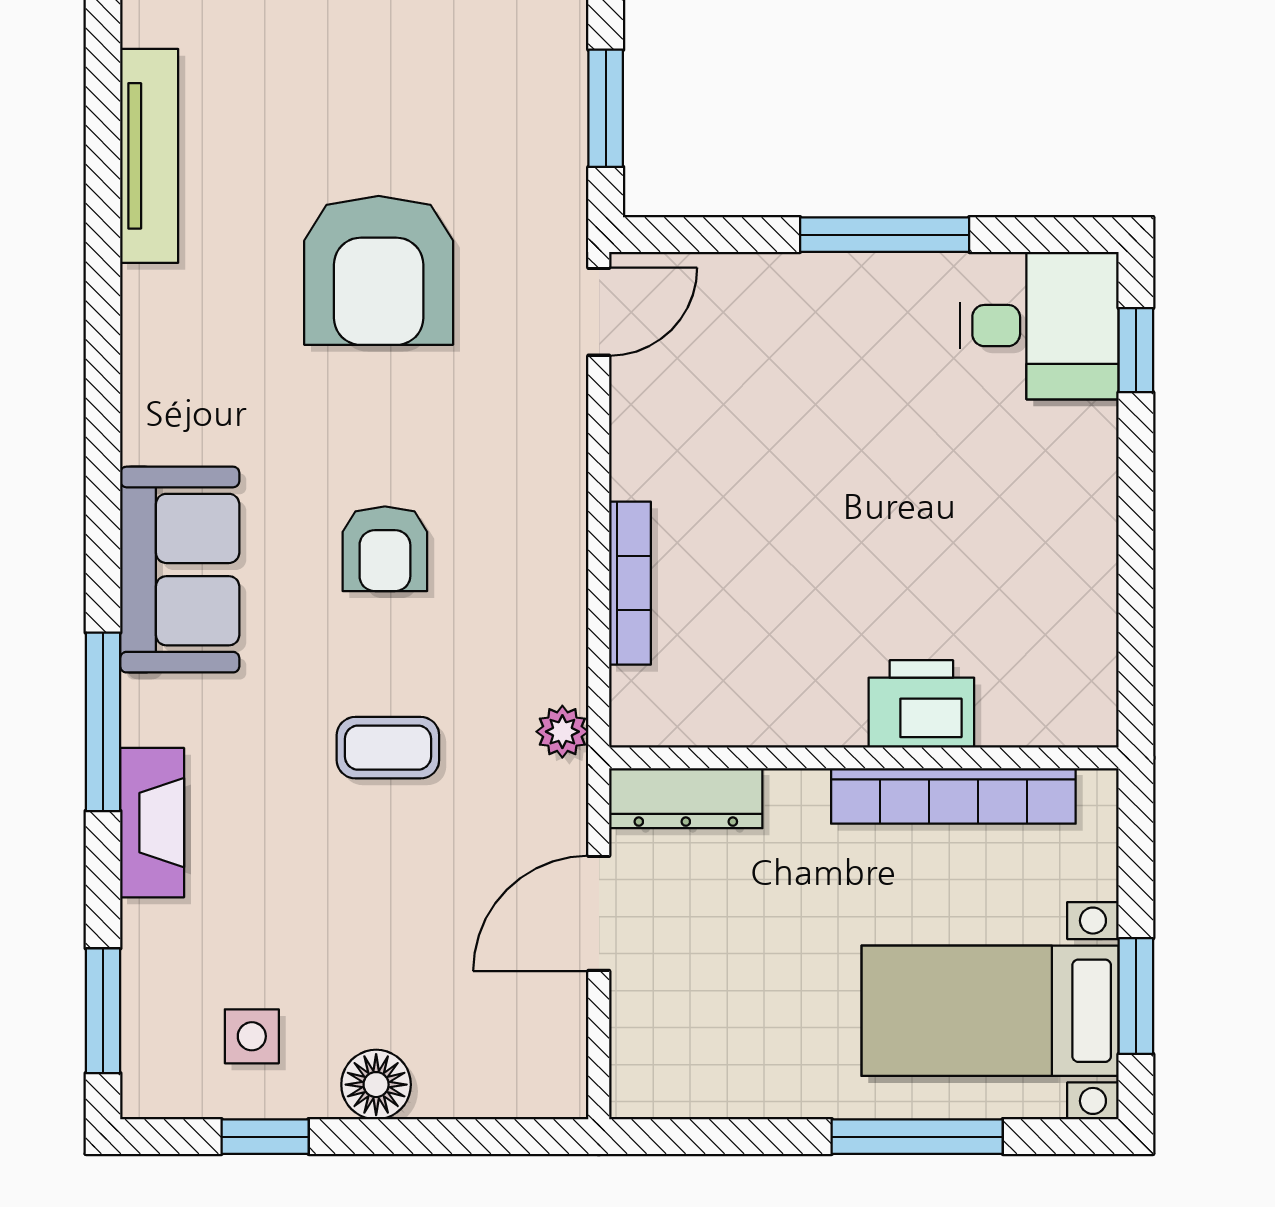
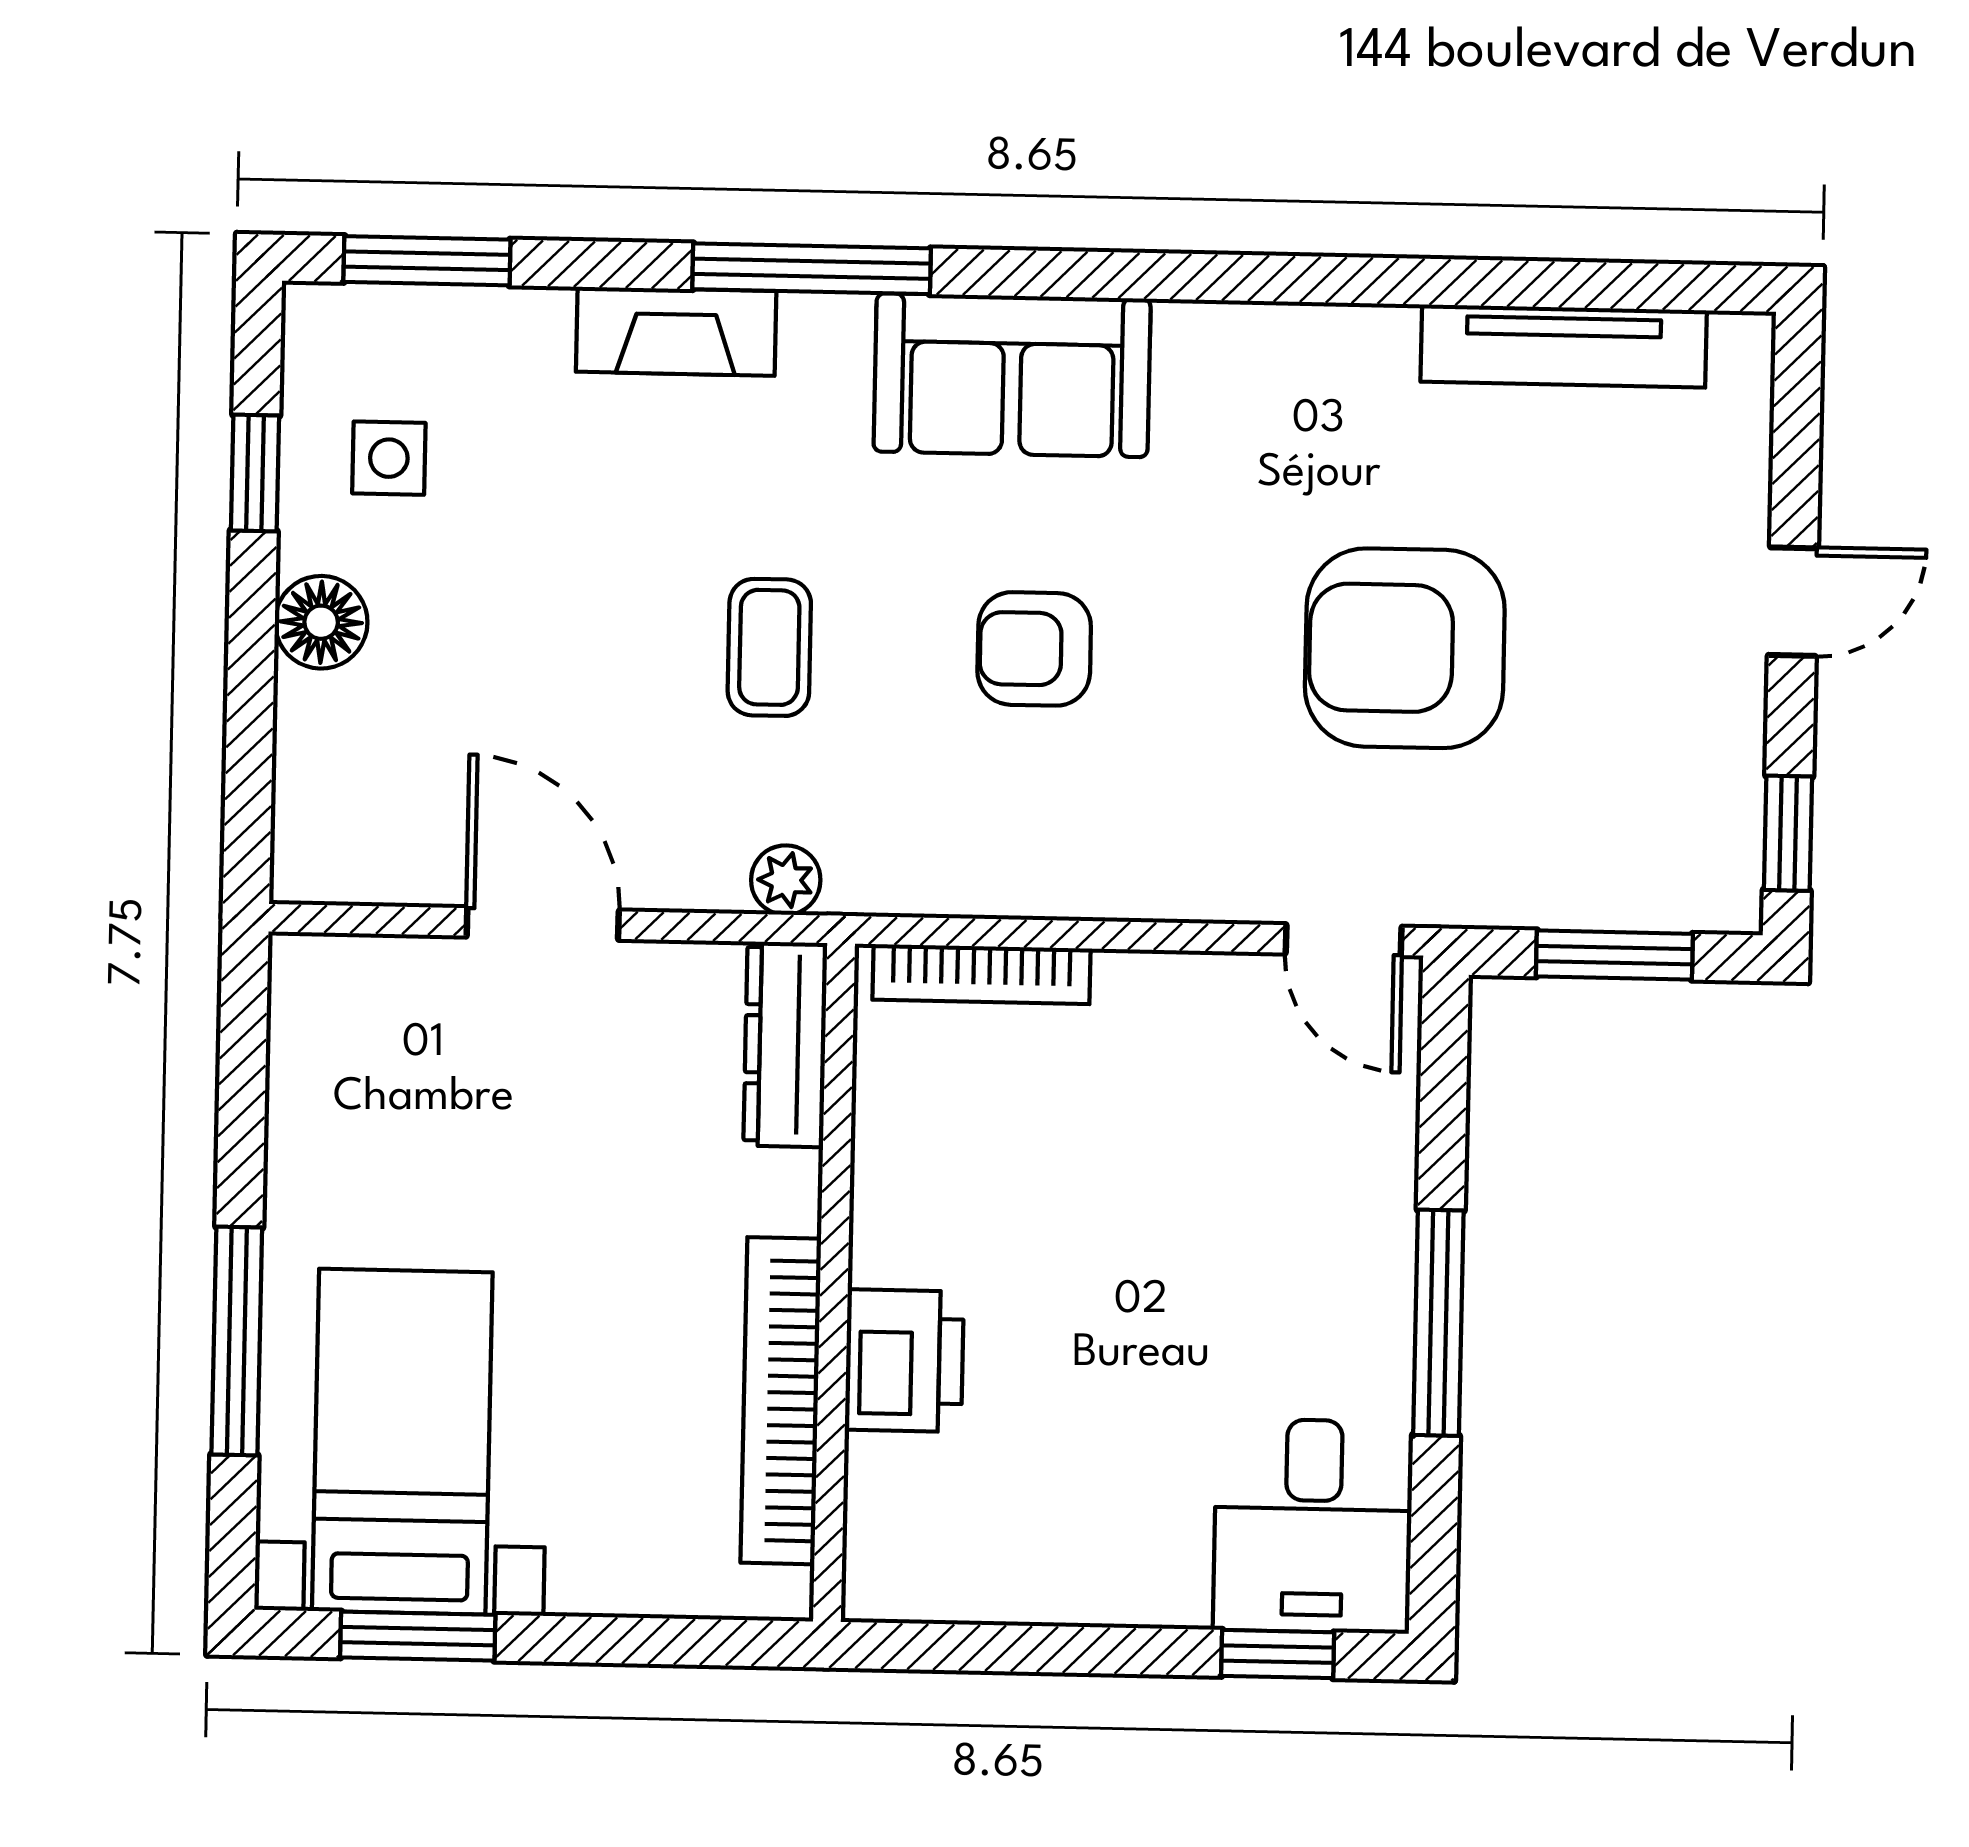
printer: (921, 704) -> (904, 1361), moved
wall: (864, 758) -> (834, 1283), moved
bookcase: (953, 796) -> (781, 1401), moved
dresser: (686, 798) -> (785, 1044), moved

